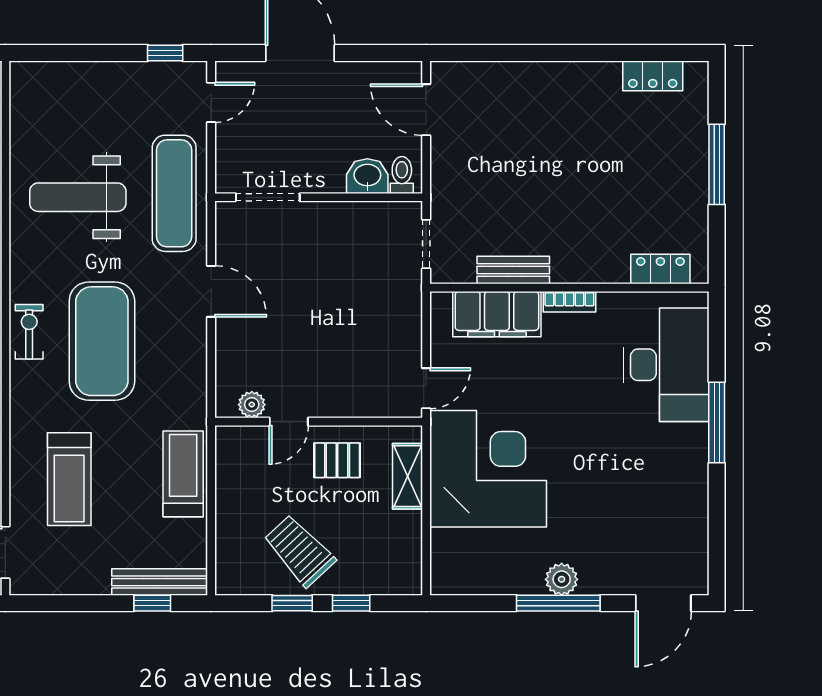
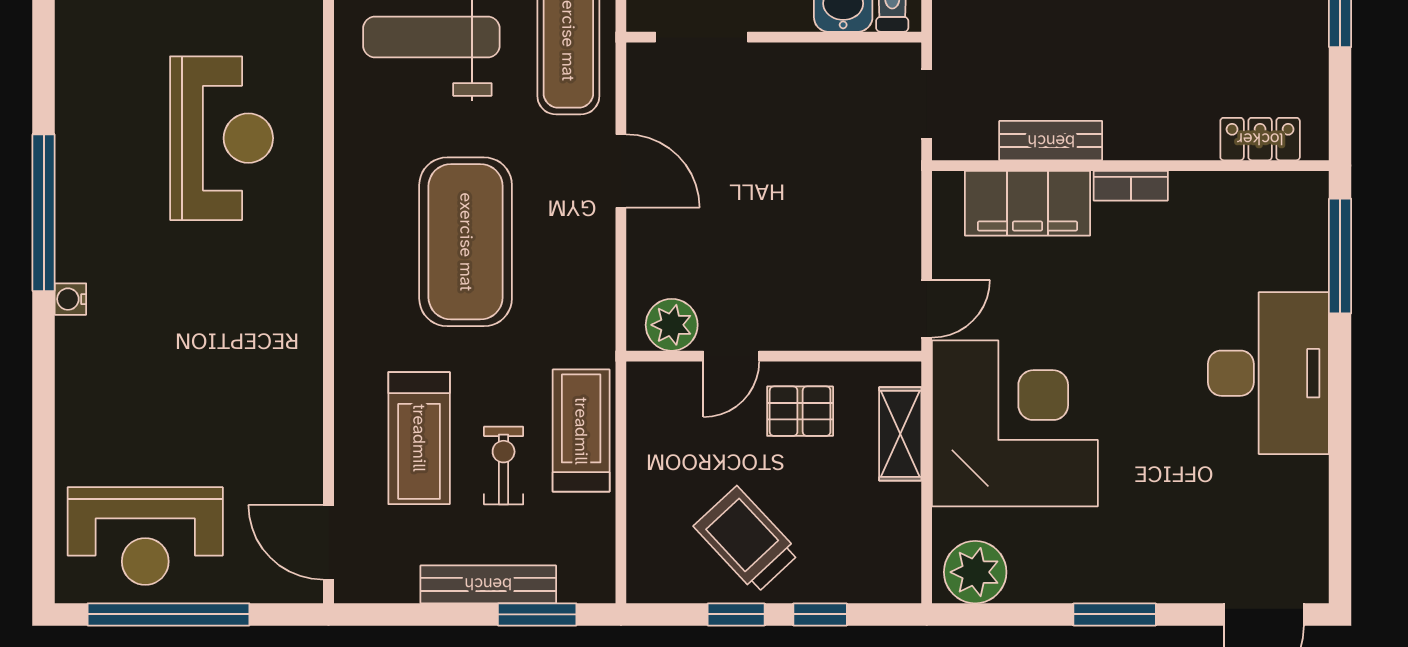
exercise bike: (29, 332) -> (504, 466), moved
desk: (666, 365) -> (1268, 373), moved
plant: (252, 405) -> (672, 325), width x1.38, depth x1.38
window: (717, 422) -> (1340, 256), moved
plant: (562, 579) -> (975, 572), moved, width x1.36, depth x1.36
bench: (160, 582) -> (488, 584), moved
window: (152, 603) -> (537, 614), width x1.50
window: (558, 603) -> (1115, 614), width x0.69

